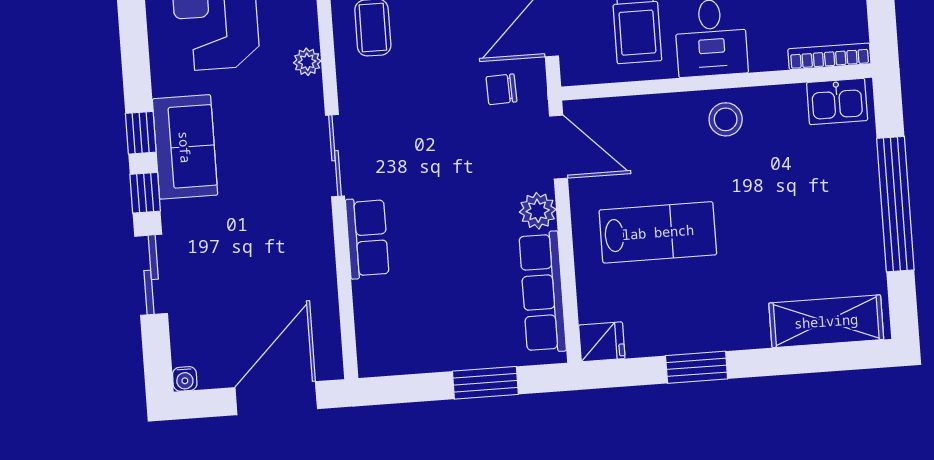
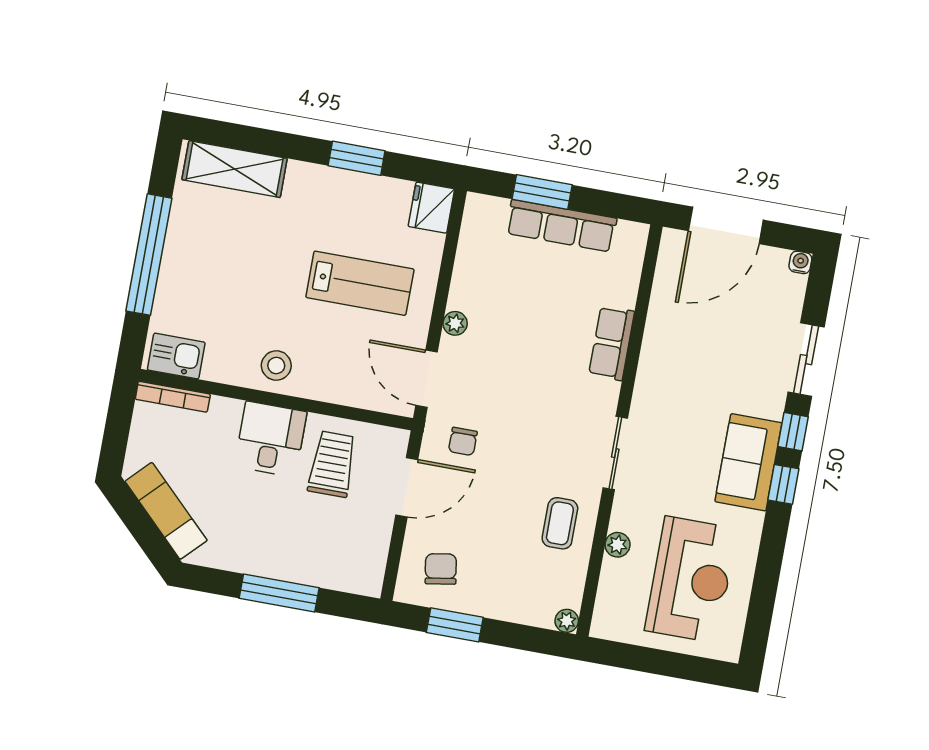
plant: (307, 62) -> (618, 545), moved
chair: (501, 89) -> (463, 441), turned 92
sliding door: (335, 156) -> (615, 453), moved
plant: (538, 211) -> (455, 323), width x0.73, depth x0.73
lab bench: (658, 232) -> (360, 283), turned 180
row of seats: (543, 292) -> (561, 226), moved, turned 90
fridge: (602, 342) -> (431, 208), width x1.38

